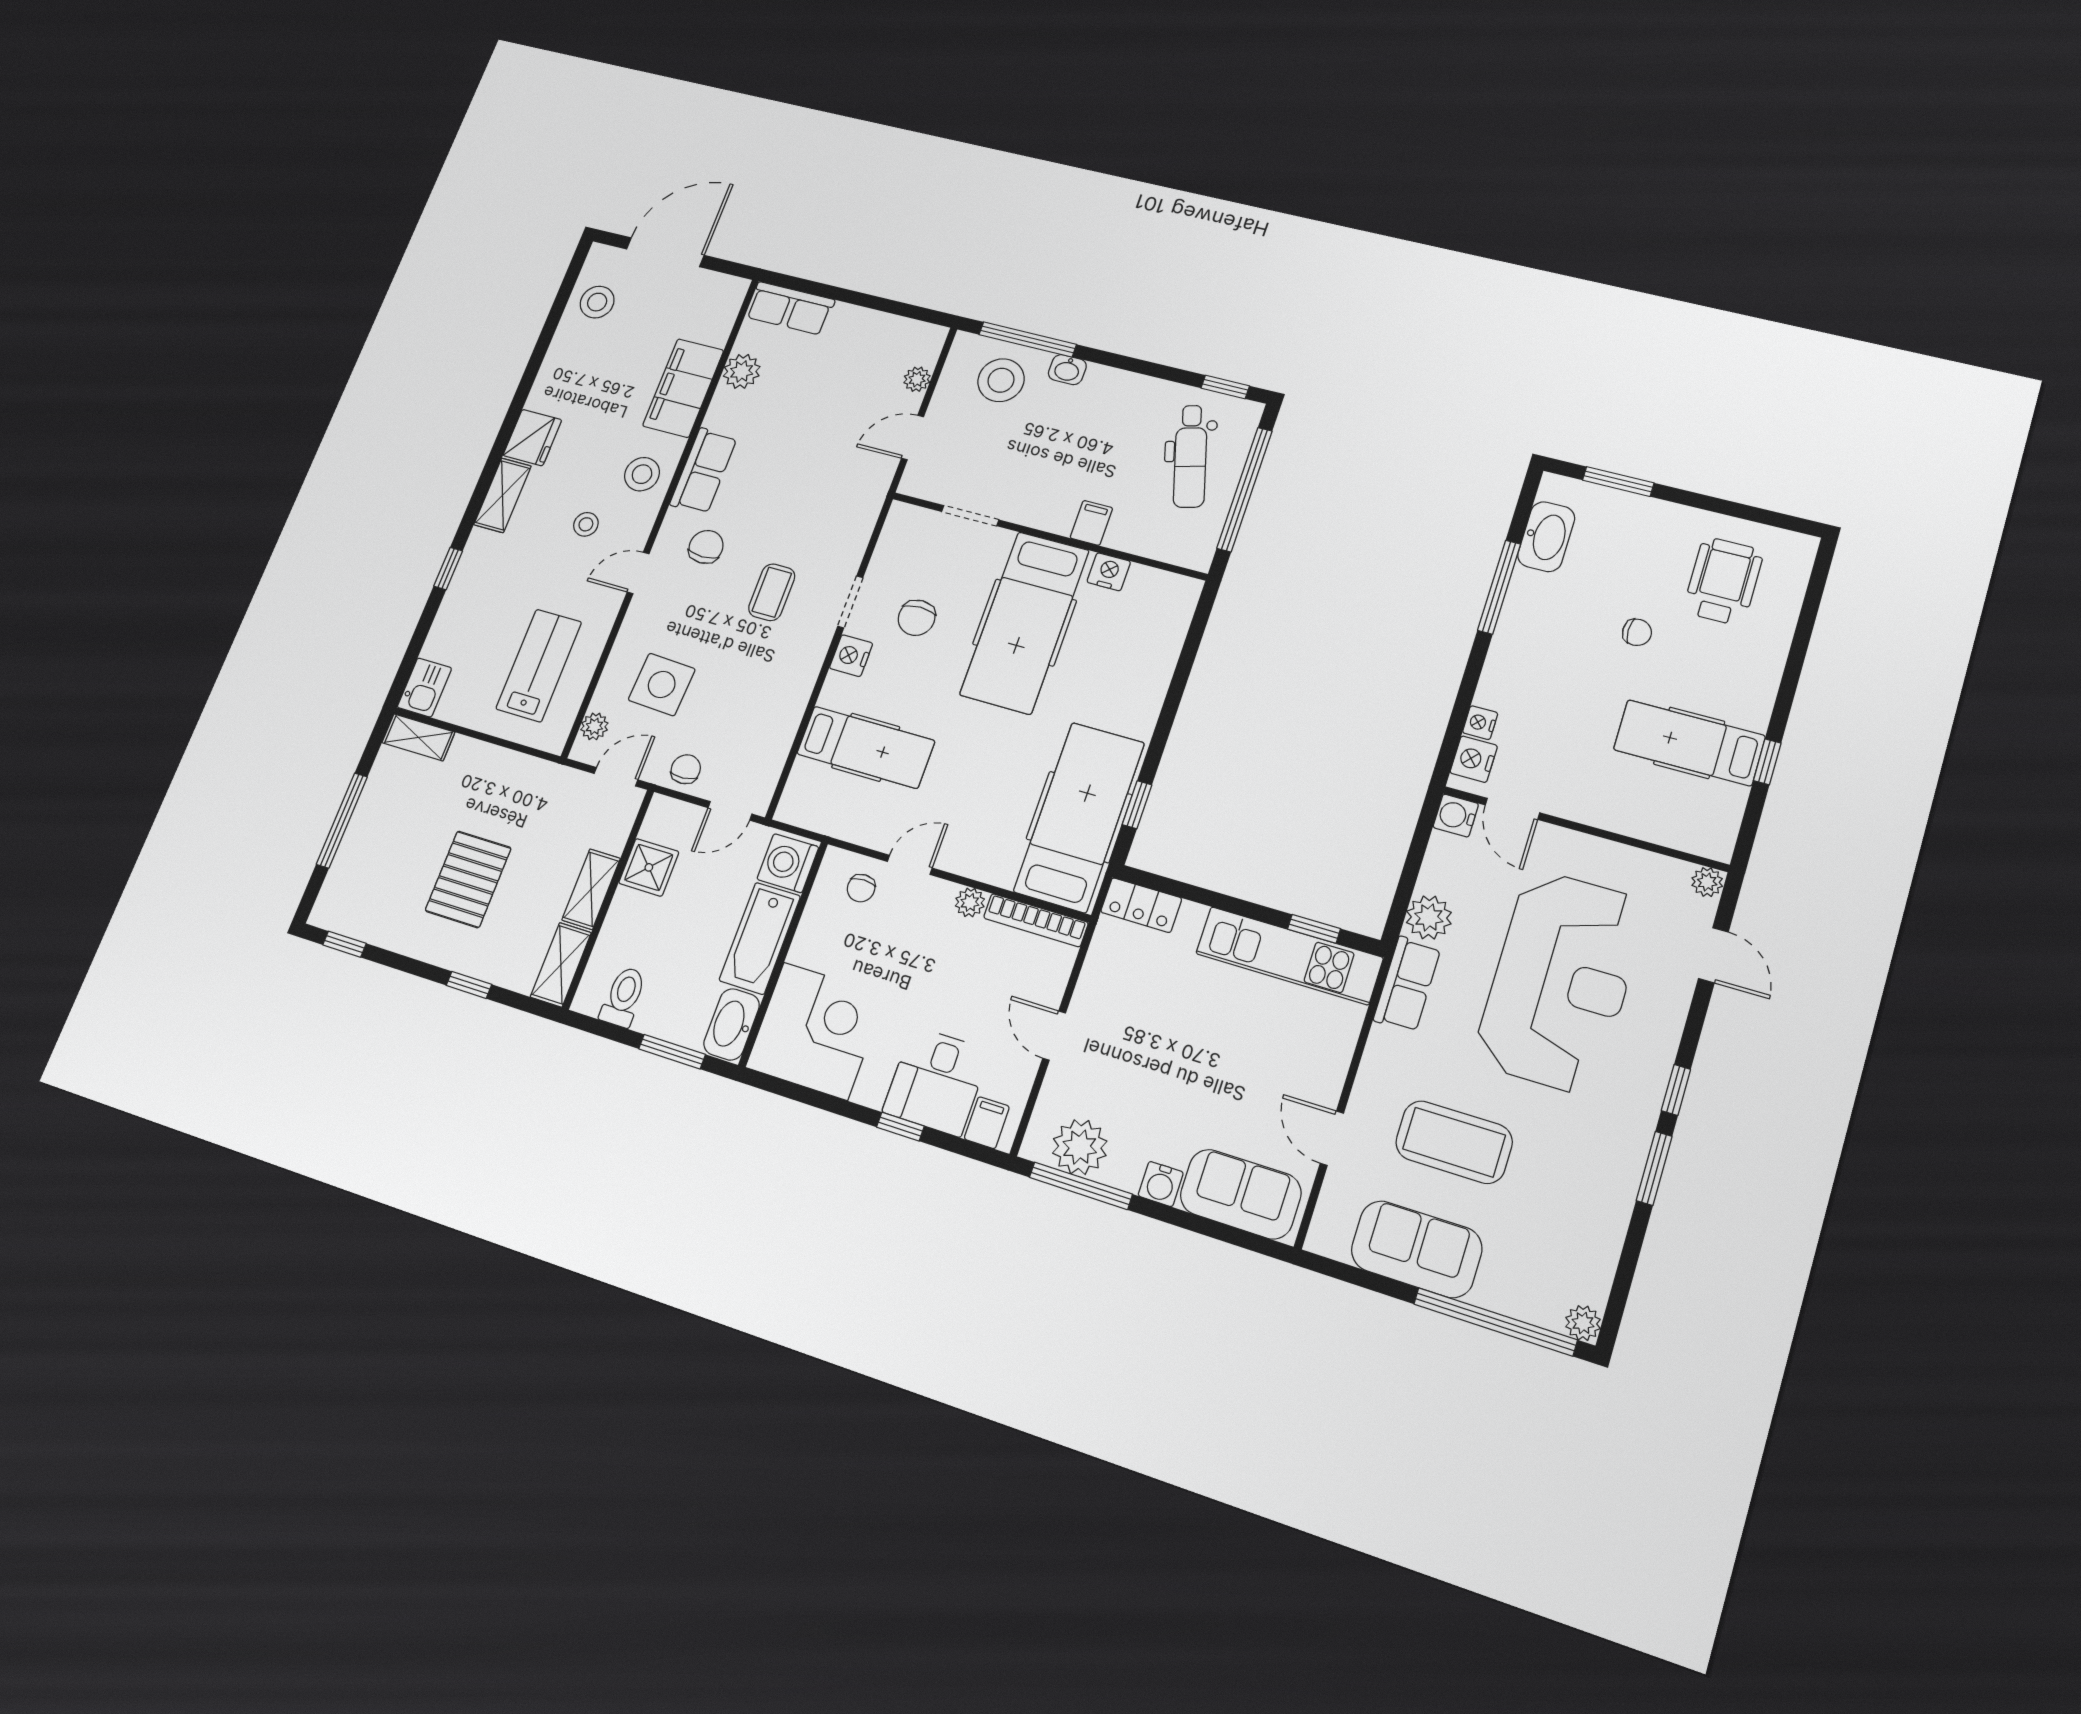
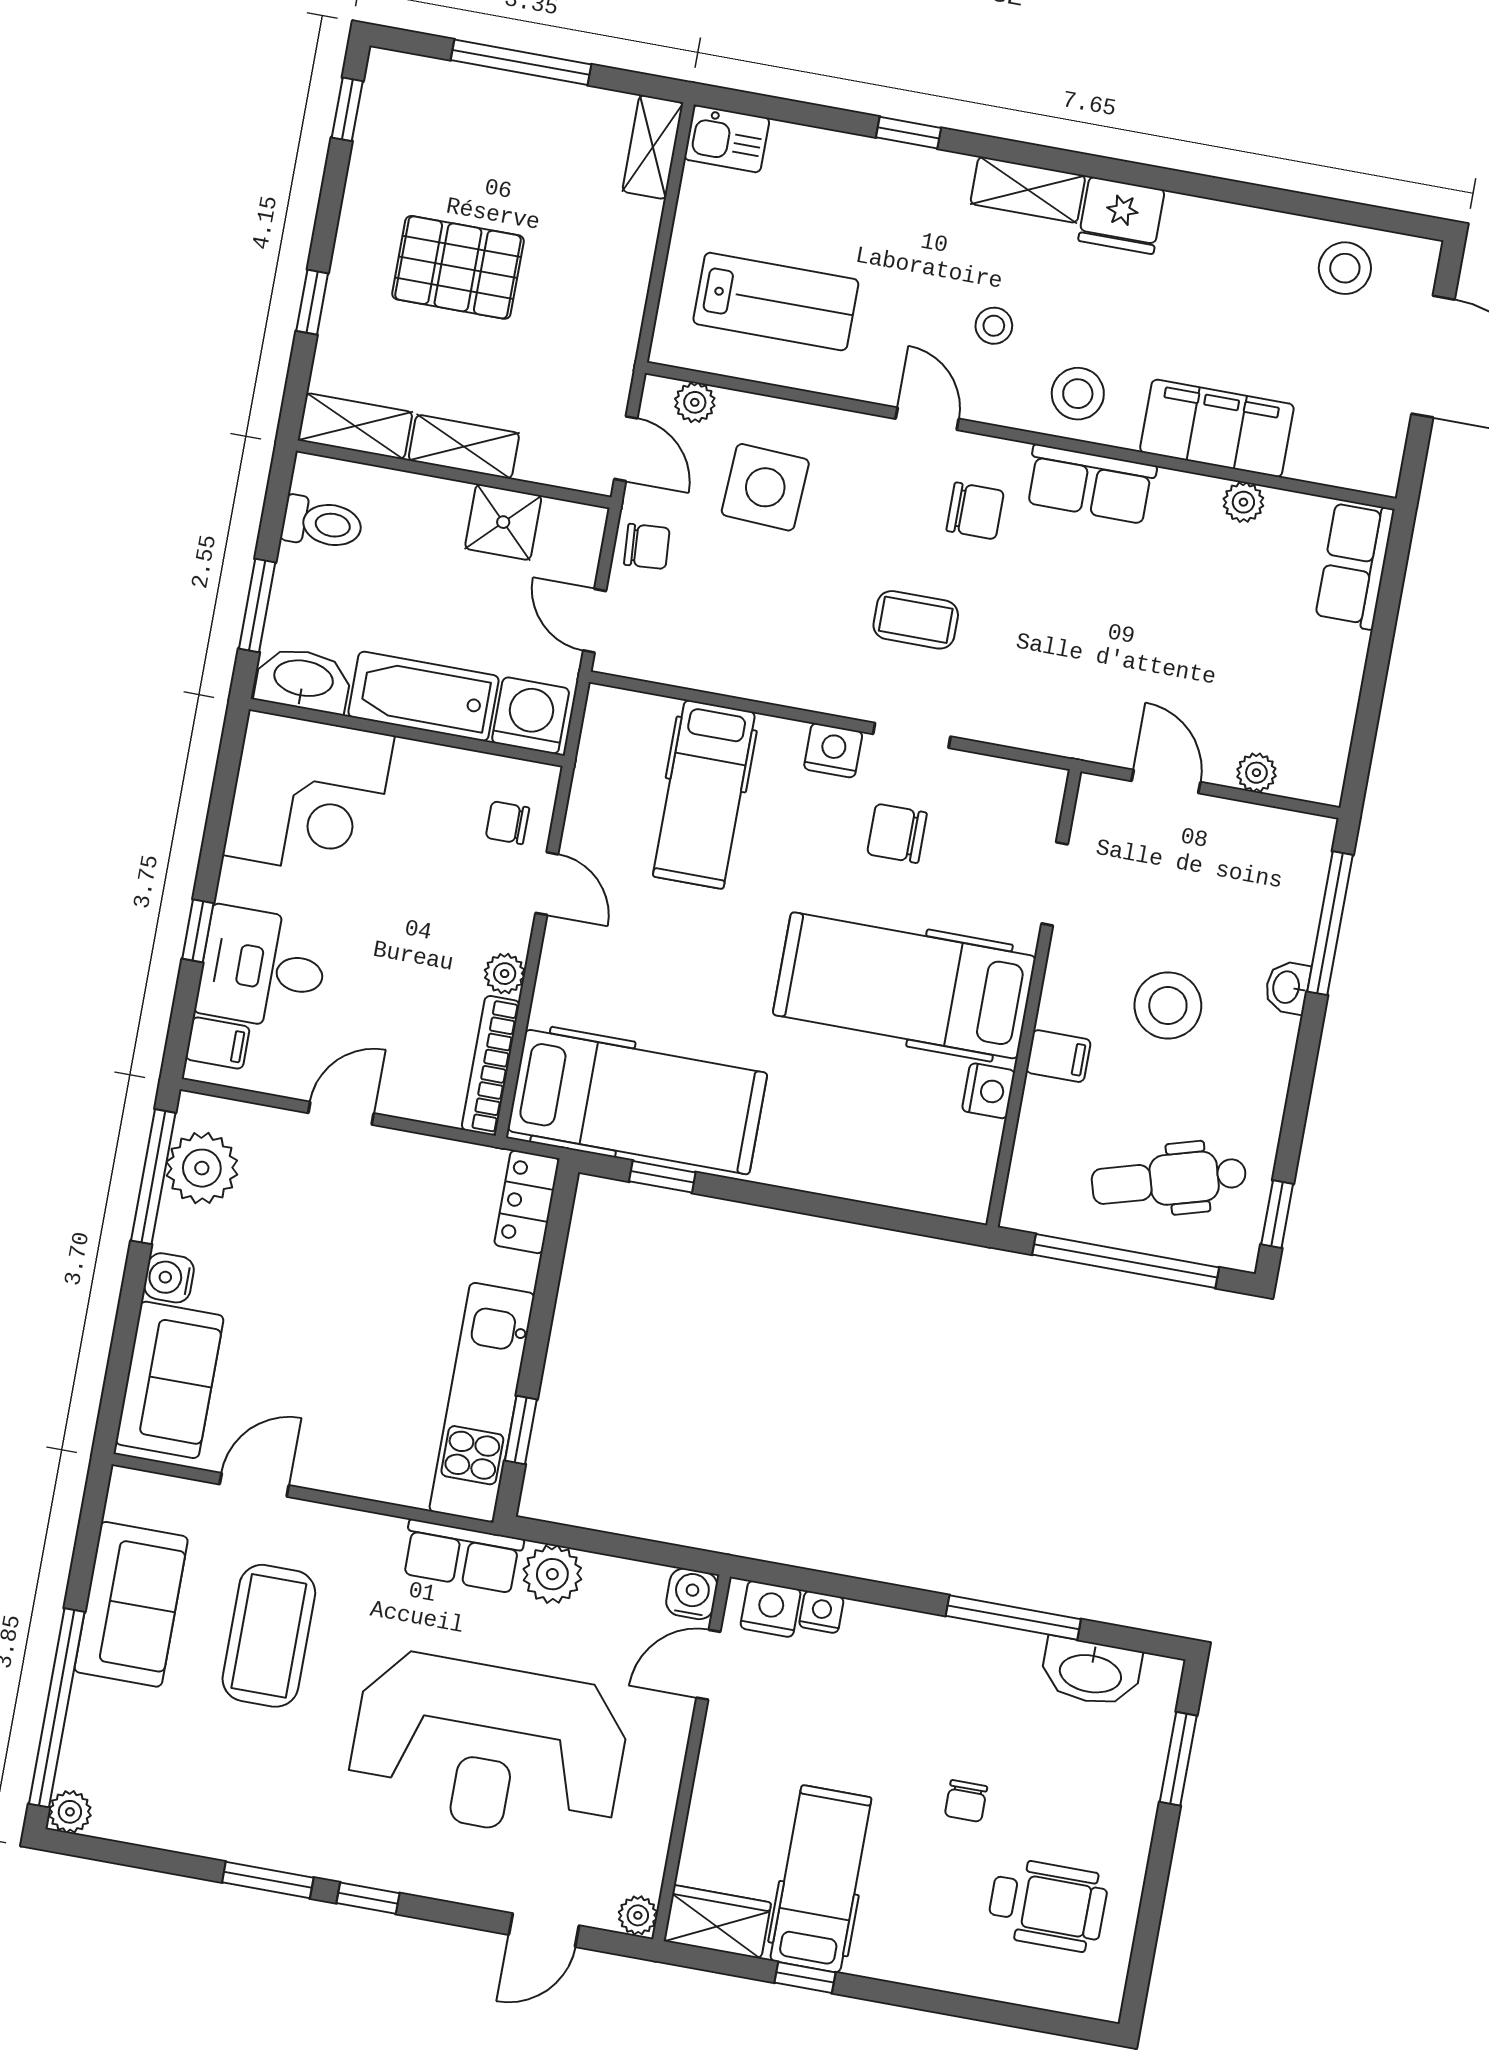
plant: (742, 371) -> (1243, 502), width x0.73, depth x0.73
stool: (1001, 380) -> (1168, 1006), moved
wardrobe: (1717, 823) -> (717, 1922), added

